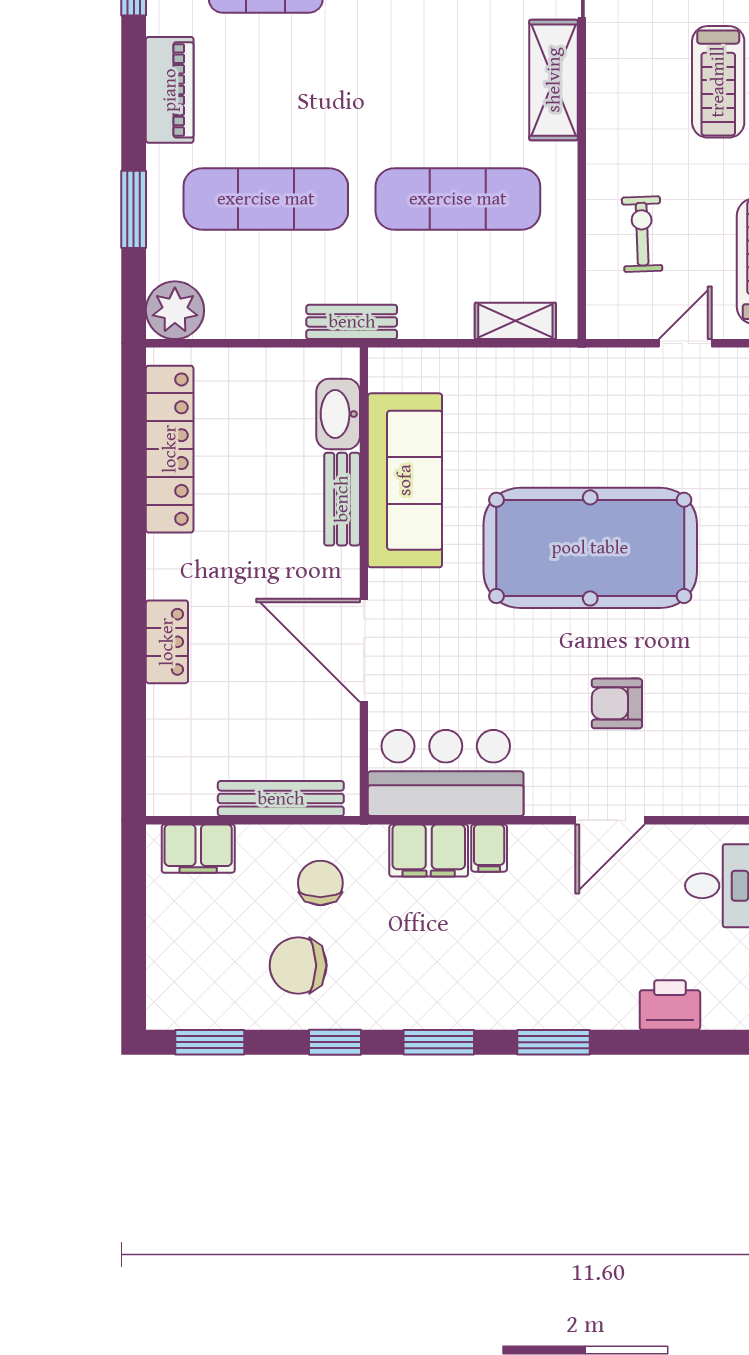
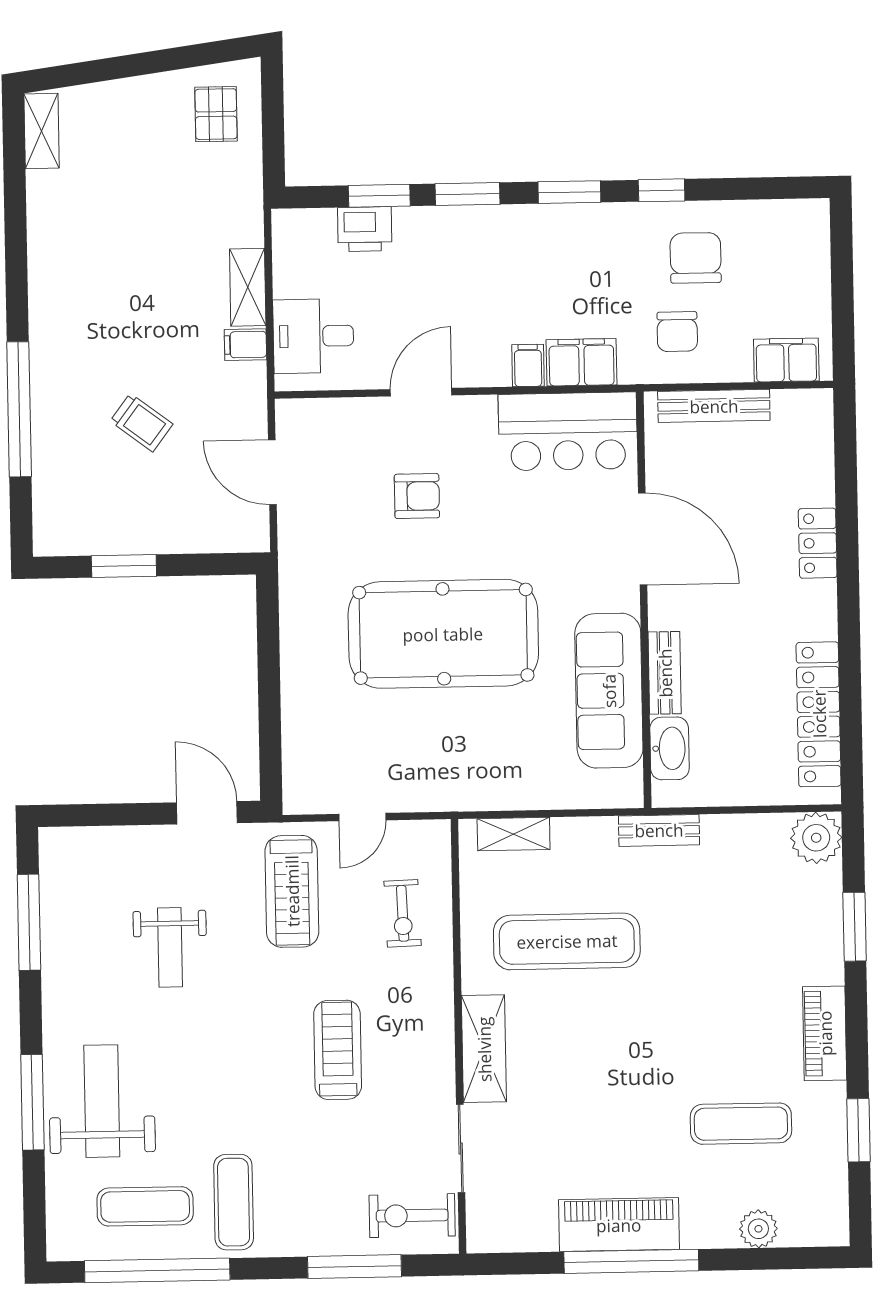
exercise mat: (266, 199) -> (737, 938), removed
chair: (298, 965) -> (696, 258), turned -90
window: (210, 1042) -> (379, 196), moved

